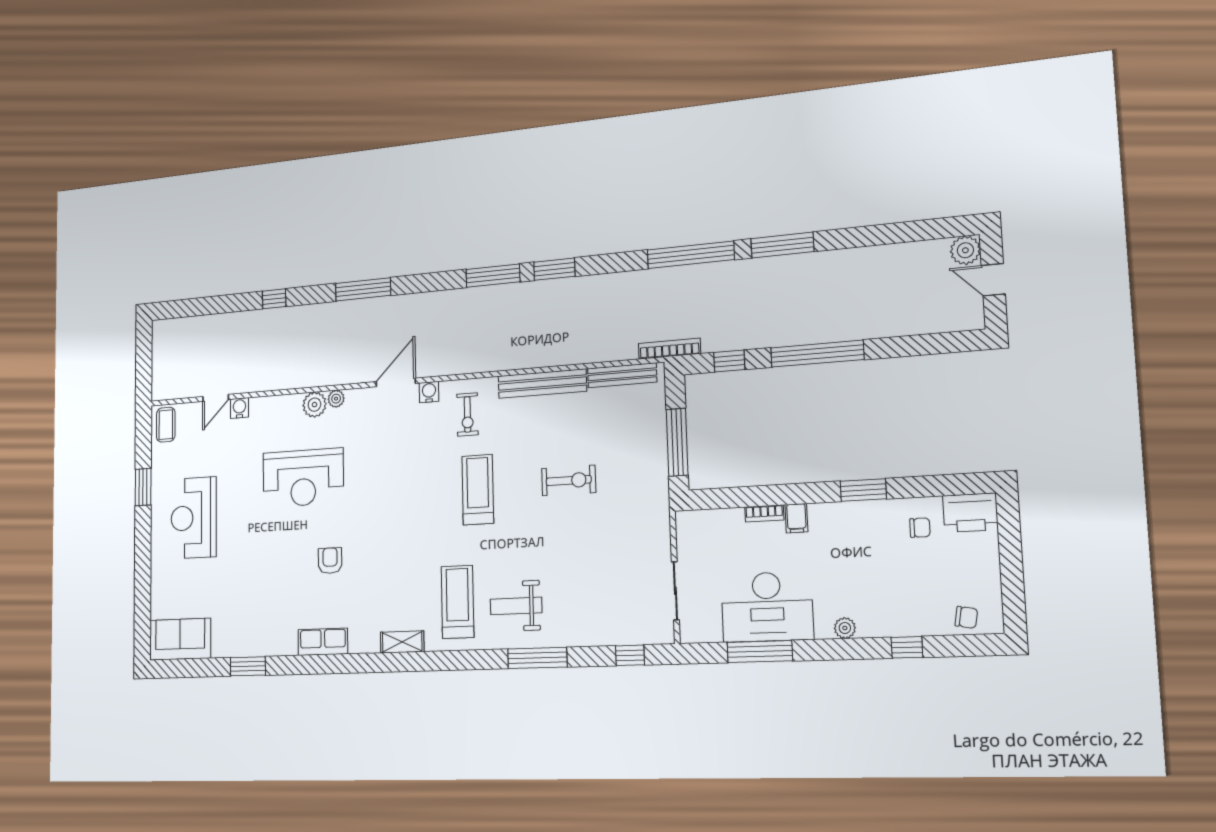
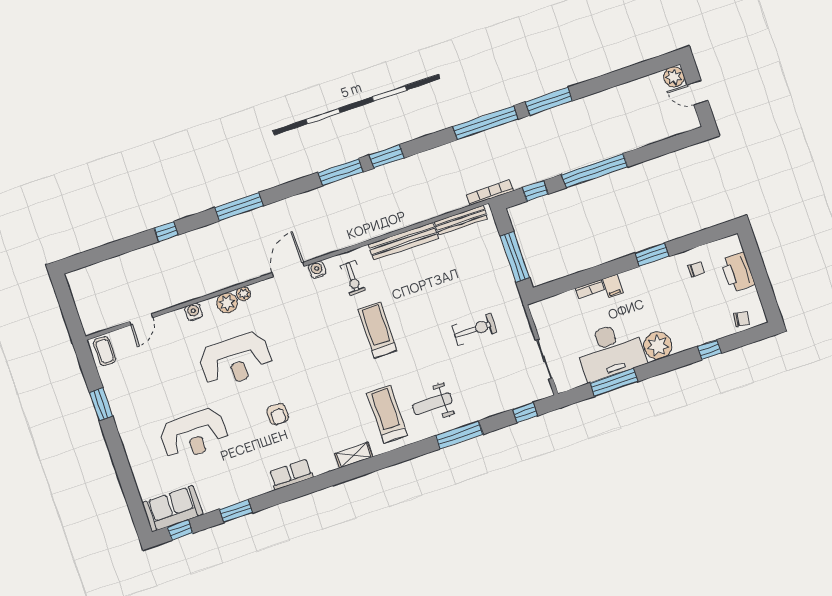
water cooler: (239, 408) -> (194, 312), moved
exercise bike: (569, 480) -> (474, 329), moved
printer: (970, 513) -> (738, 272), moved, turned 90
reception desk: (194, 518) -> (194, 435), moved, turned -90
armchair: (330, 561) -> (278, 414), turned 180
plant: (845, 628) -> (658, 346), width x1.88, depth x1.88
window: (180, 668) -> (180, 530), added

